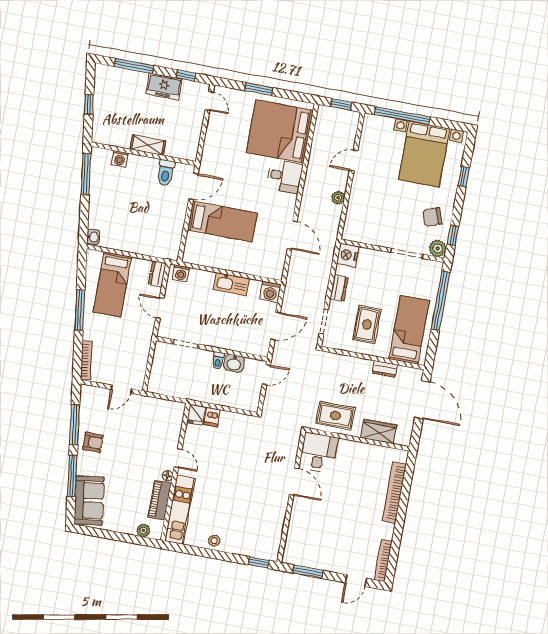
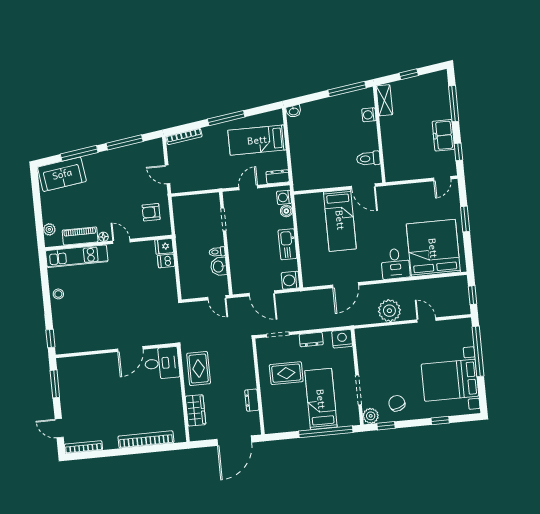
shelving: (148, 145) -> (384, 100), moved
plant: (338, 198) -> (389, 311), width x1.87, depth x1.87
boiler: (196, 275) -> (286, 211), added
bed: (409, 330) -> (321, 399), moved, turned -90
armchair: (93, 442) -> (151, 212), moved, turned 90
door: (178, 458) -> (121, 241), swing flipped

